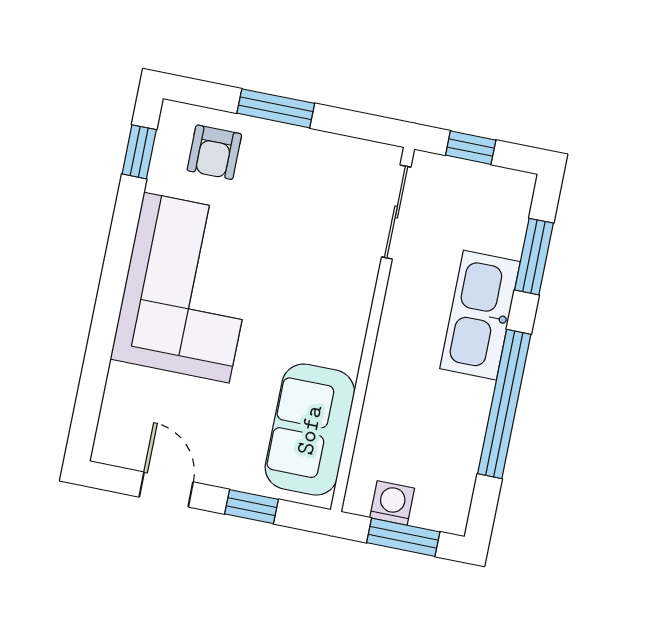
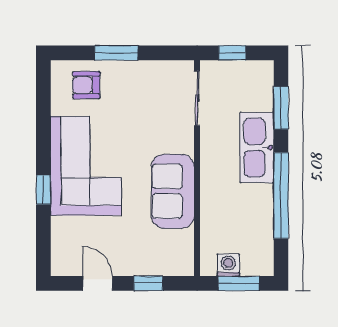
window: (139, 152) -> (43, 190), moved
armchair: (214, 152) -> (86, 85), turned 90
sofa: (310, 430) -> (173, 191), moved

